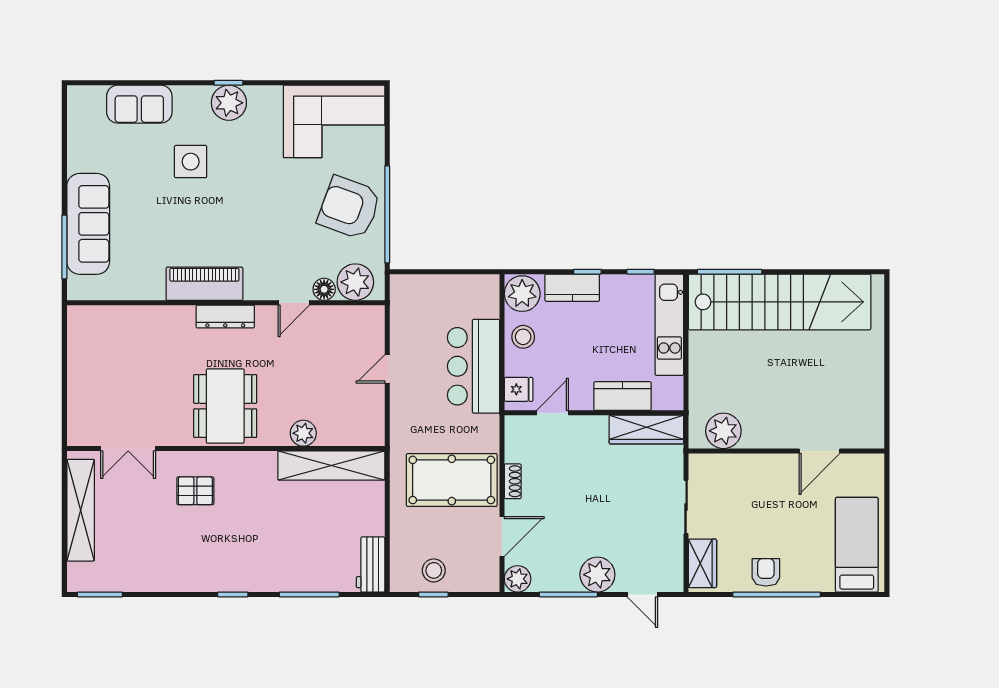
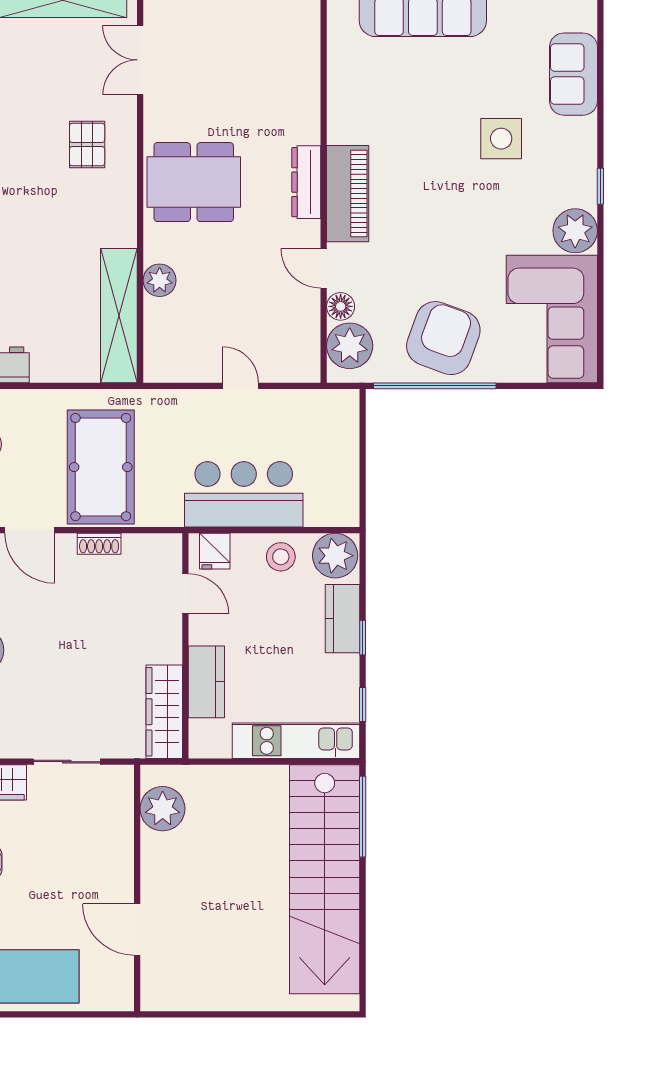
plant: (229, 103) -> (575, 231), moved
piano: (204, 284) -> (348, 194), moved

